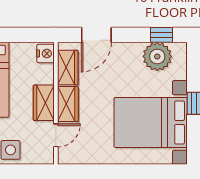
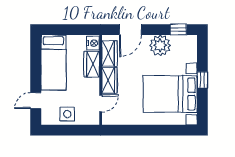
plant: (157, 56) -> (160, 45), moved
wardrobe: (44, 103) -> (92, 64), moved

